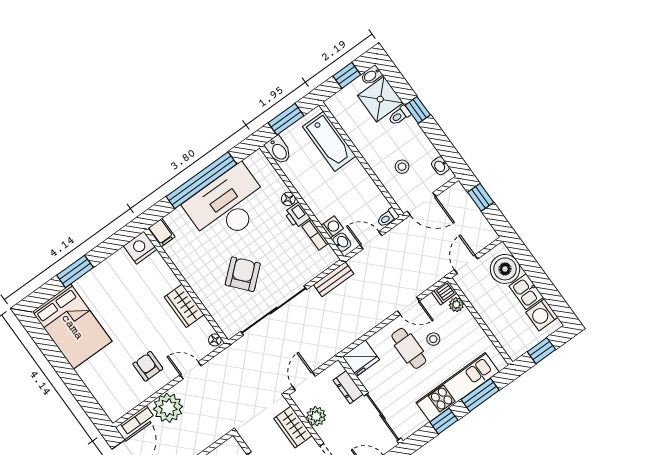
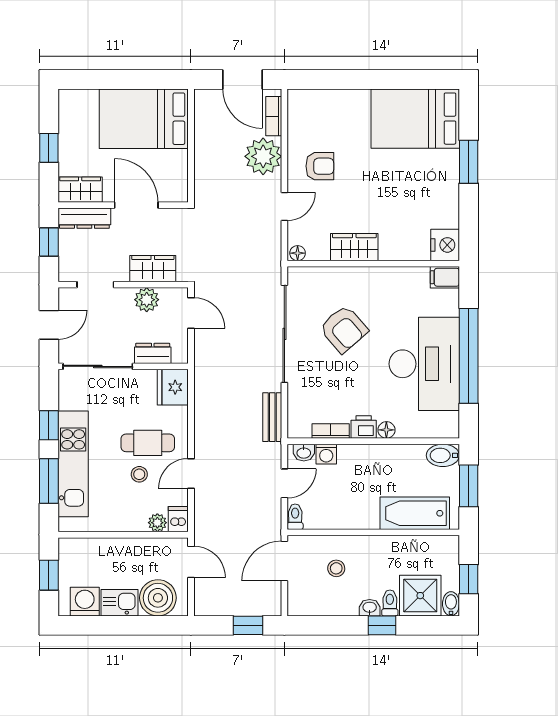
washbasin: (440, 166) -> (370, 608), moved

